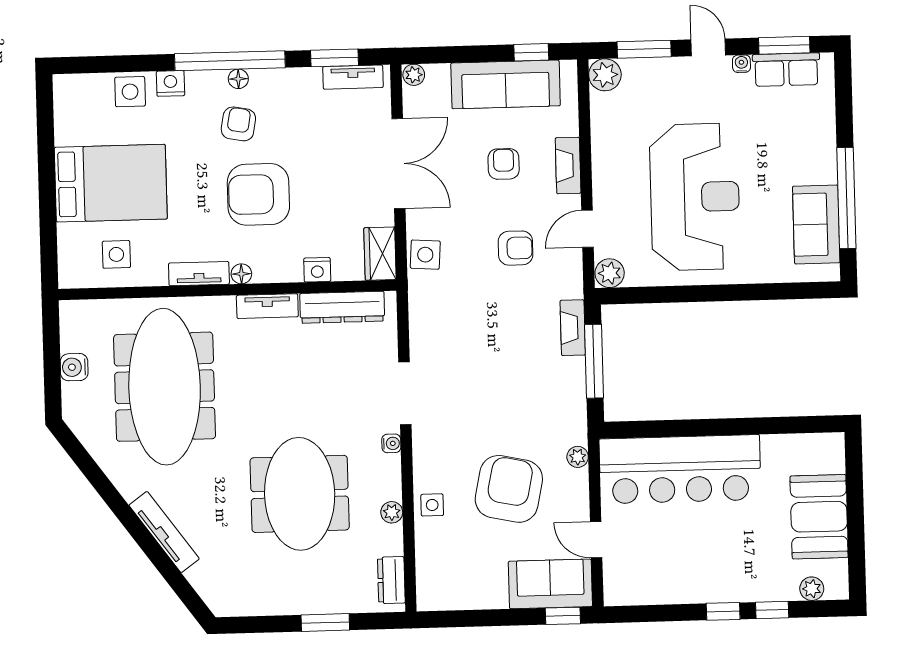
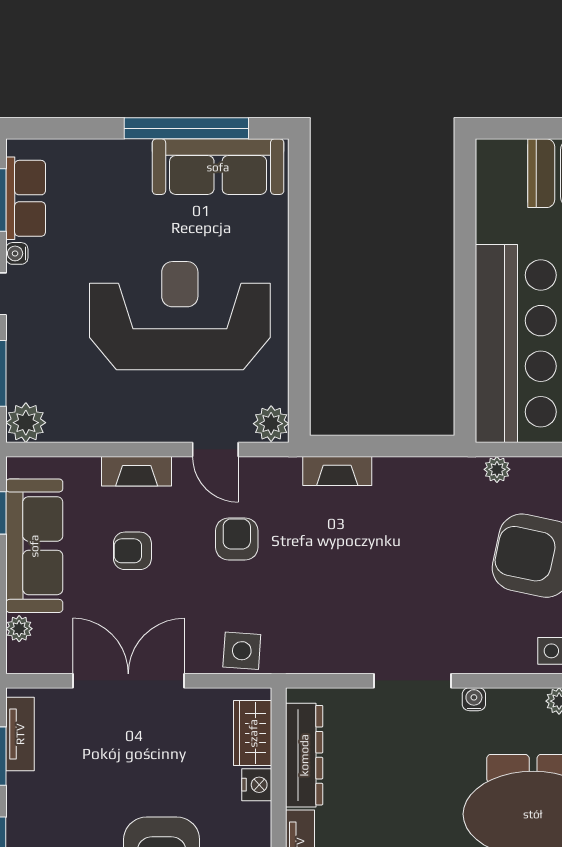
plant: (414, 75) -> (19, 629), moved
sofa: (816, 224) -> (218, 167), width x1.36
wardrobe: (380, 254) -> (253, 733), moved, turned 90
window: (594, 361) -> (379, 446), removed

